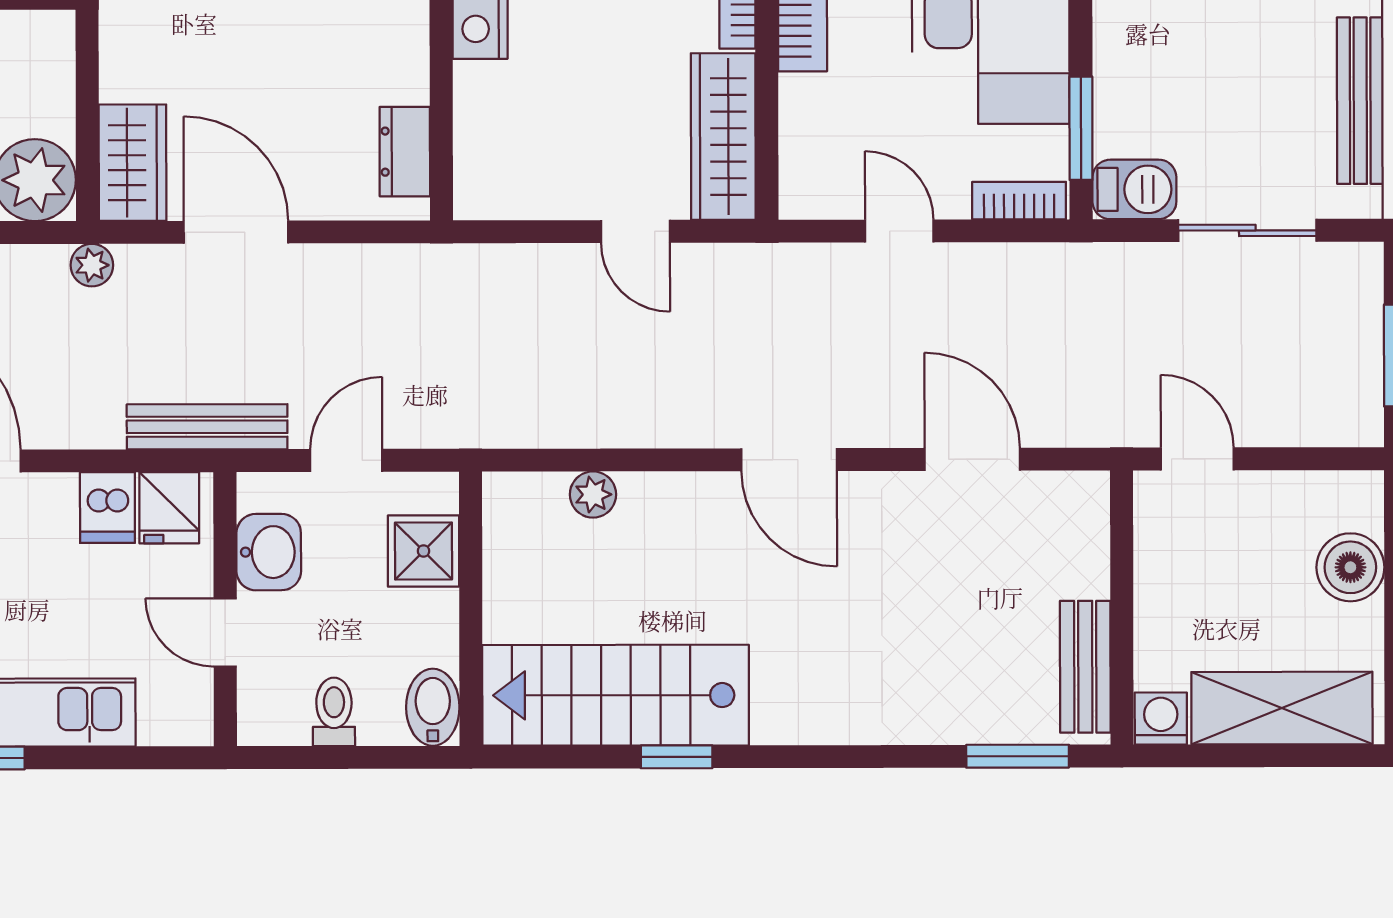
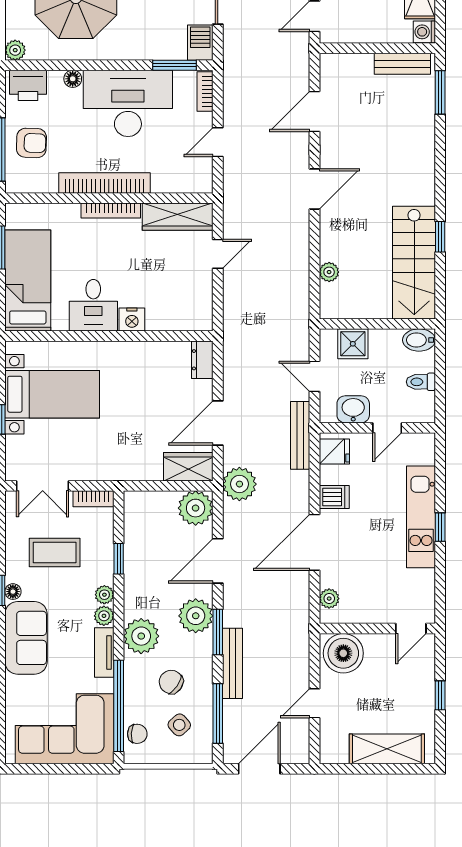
dresser: (405, 152) -> (202, 360), moved, turned 90
plant: (92, 265) -> (239, 484), width x1.88, depth x1.88
dishwasher: (107, 508) -> (334, 497), moved

